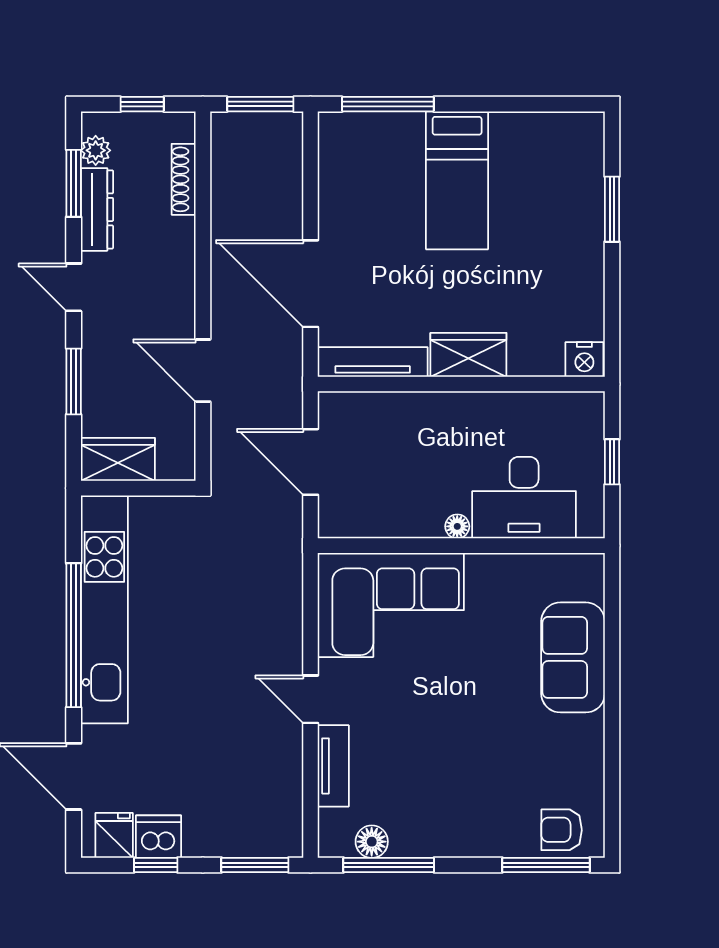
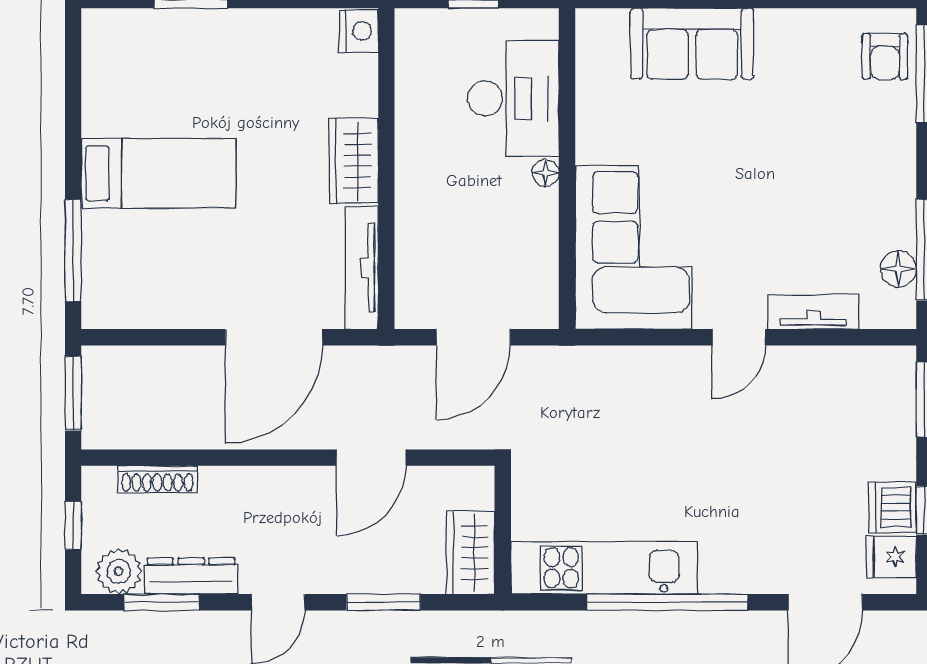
plant: (96, 150) -> (119, 571), width x1.38, depth x1.38
kitchen unit: (104, 609) -> (604, 568), width x0.73

